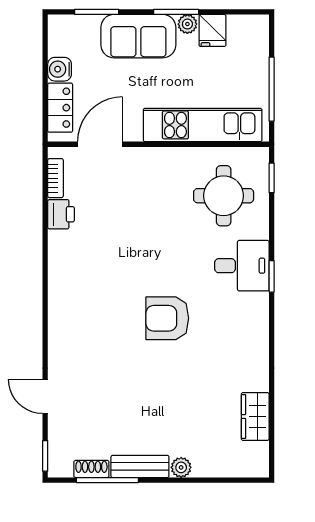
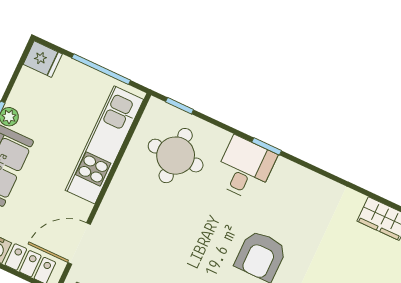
fridge: (212, 30) -> (43, 59), moved
door: (100, 144) -> (79, 244), hinge flipped

